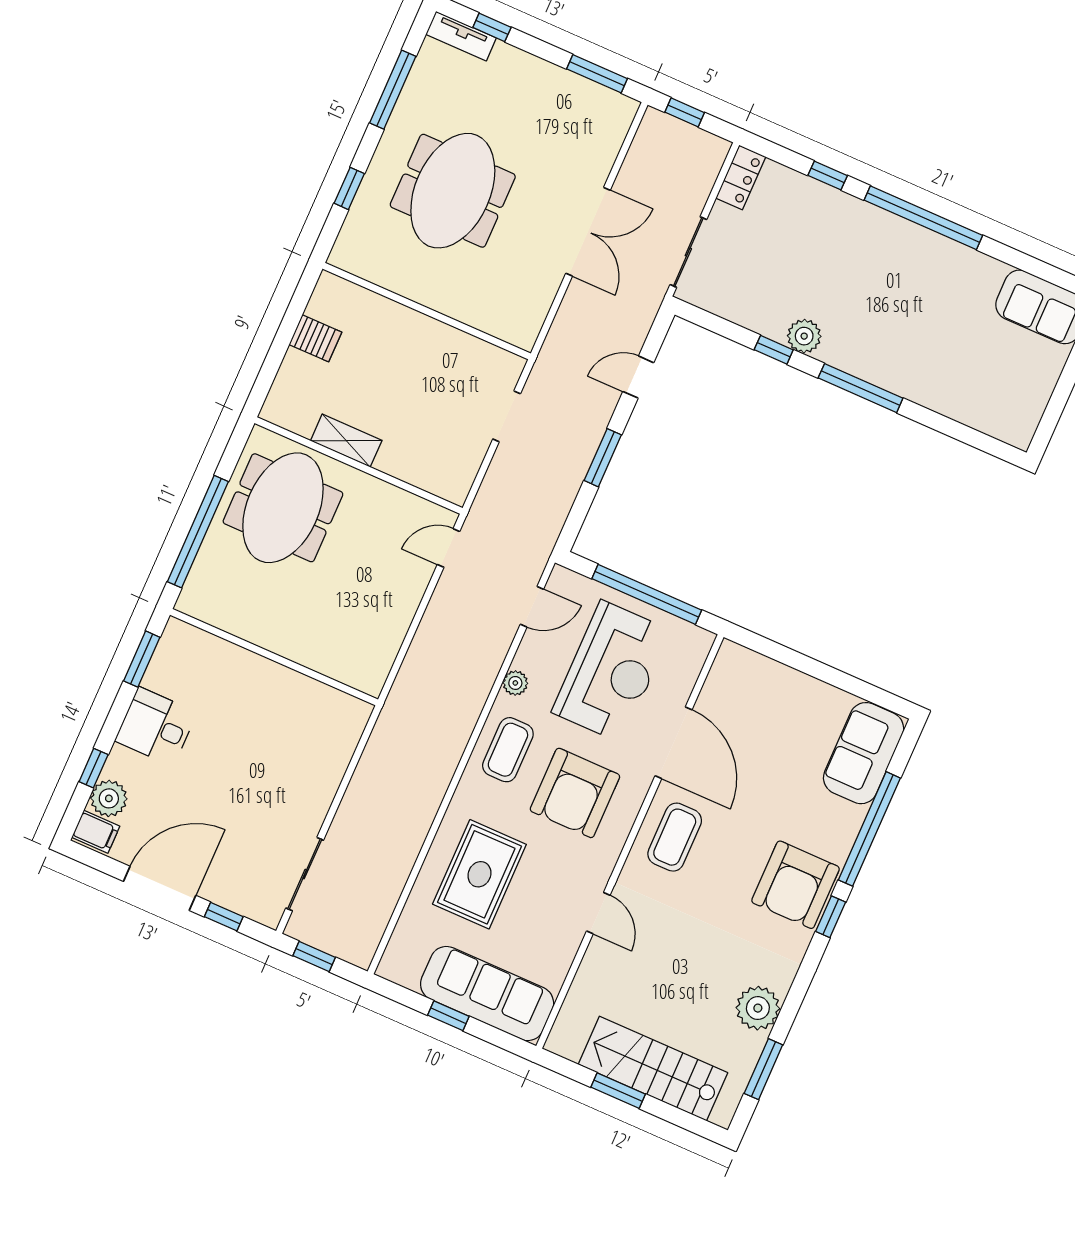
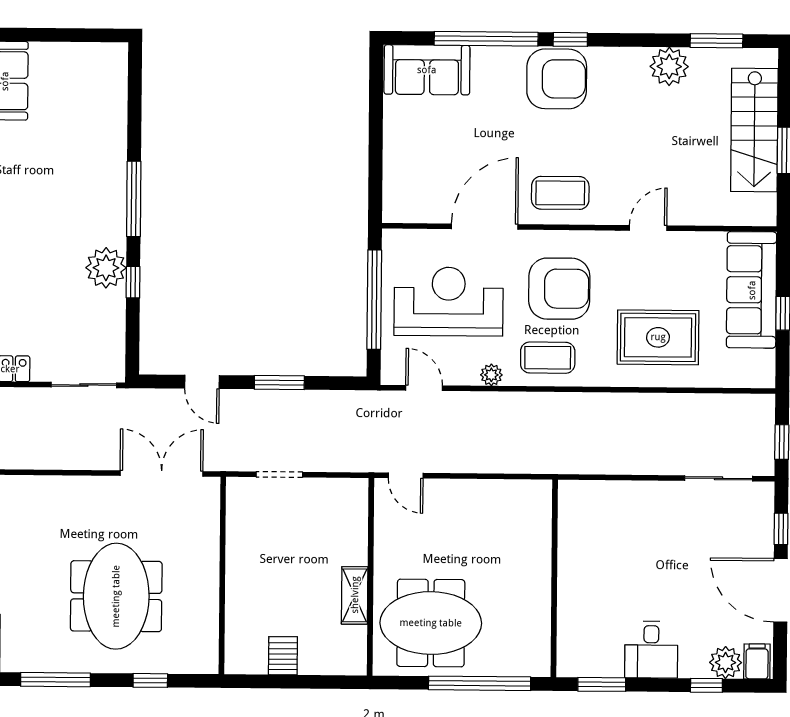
meeting table: (453, 191) -> (116, 596), turned 90
double door: (588, 232) -> (162, 473), moved
plant: (804, 336) -> (106, 268), width x1.36, depth x1.36

